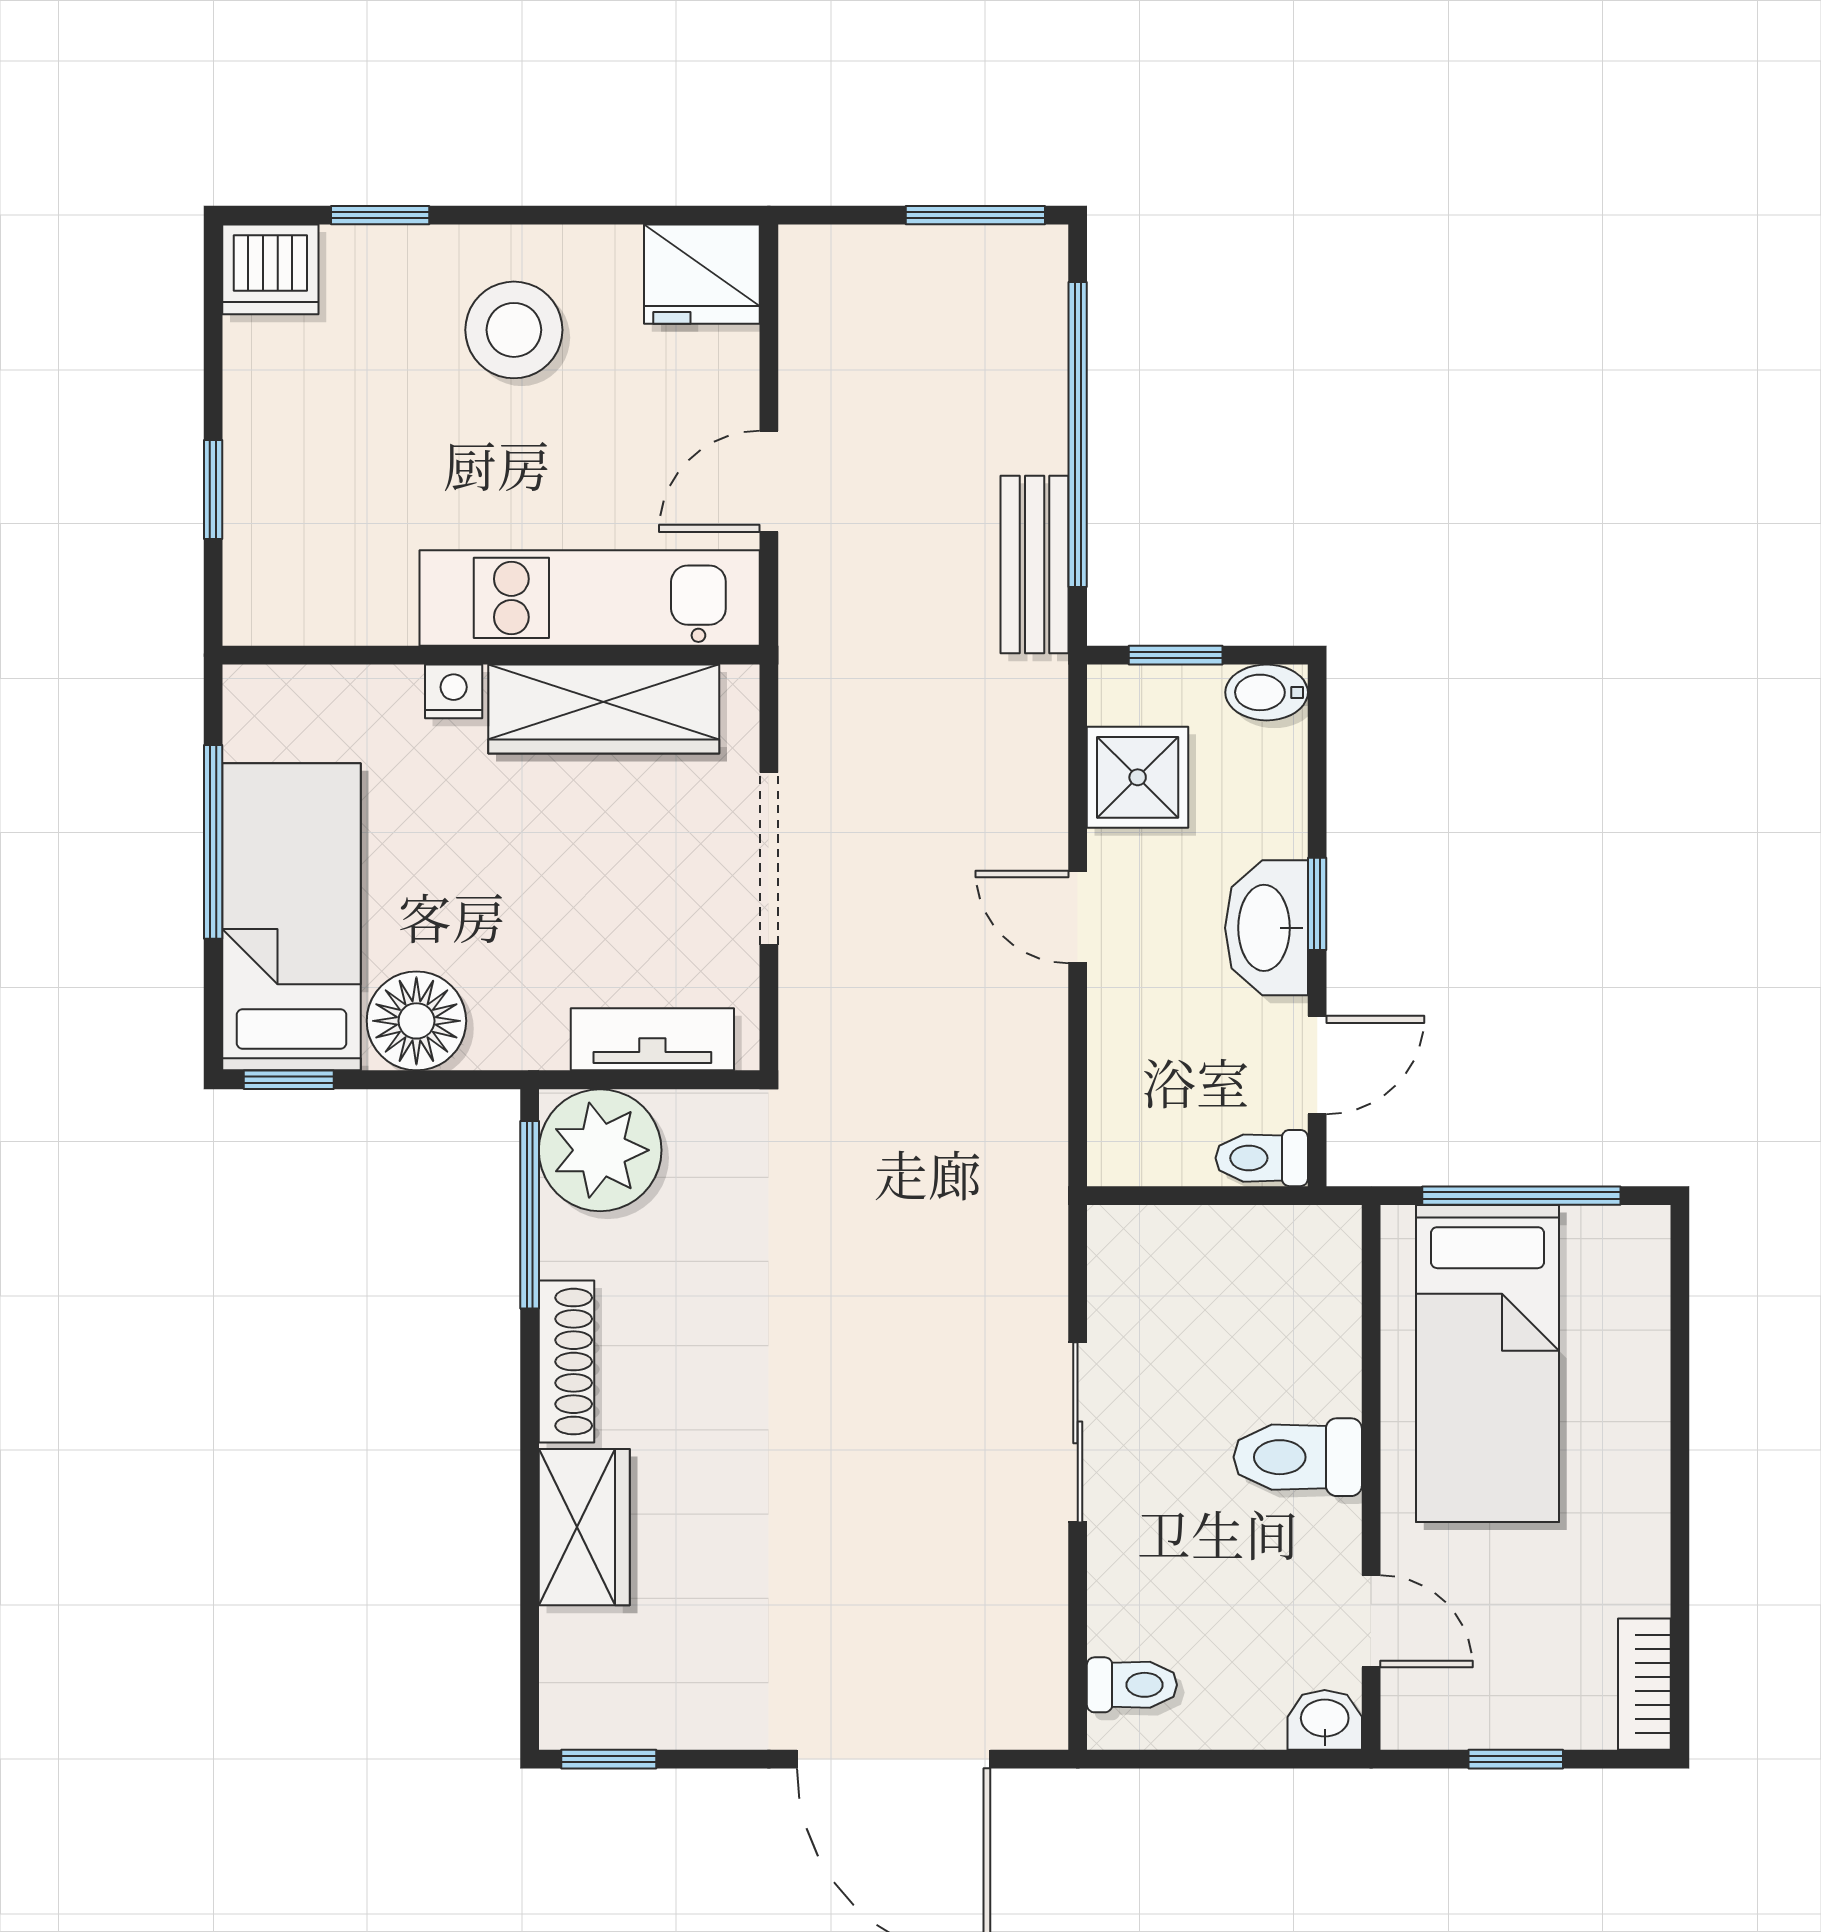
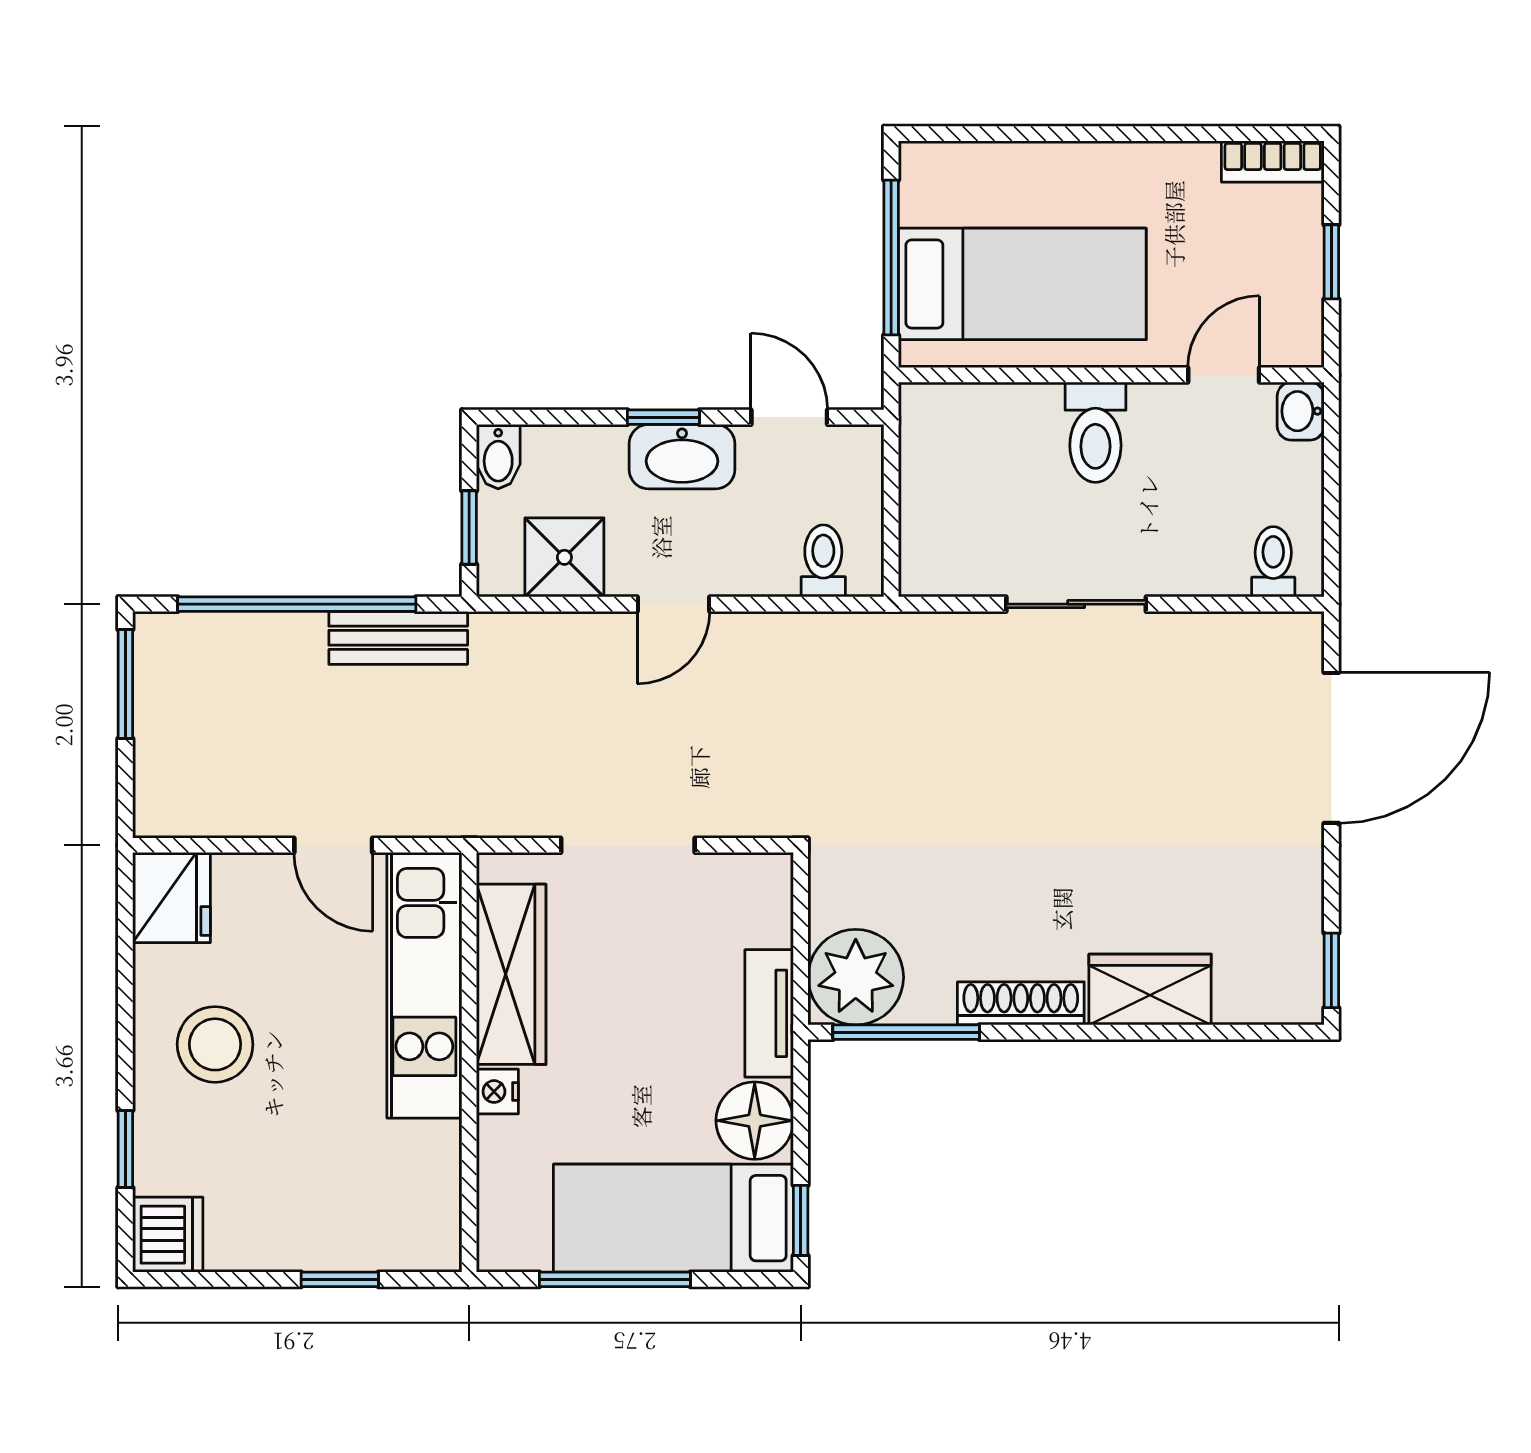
tv unit: (652, 1039) -> (769, 1013), moved
toilet: (1262, 1158) -> (823, 561), moved, turned 180

